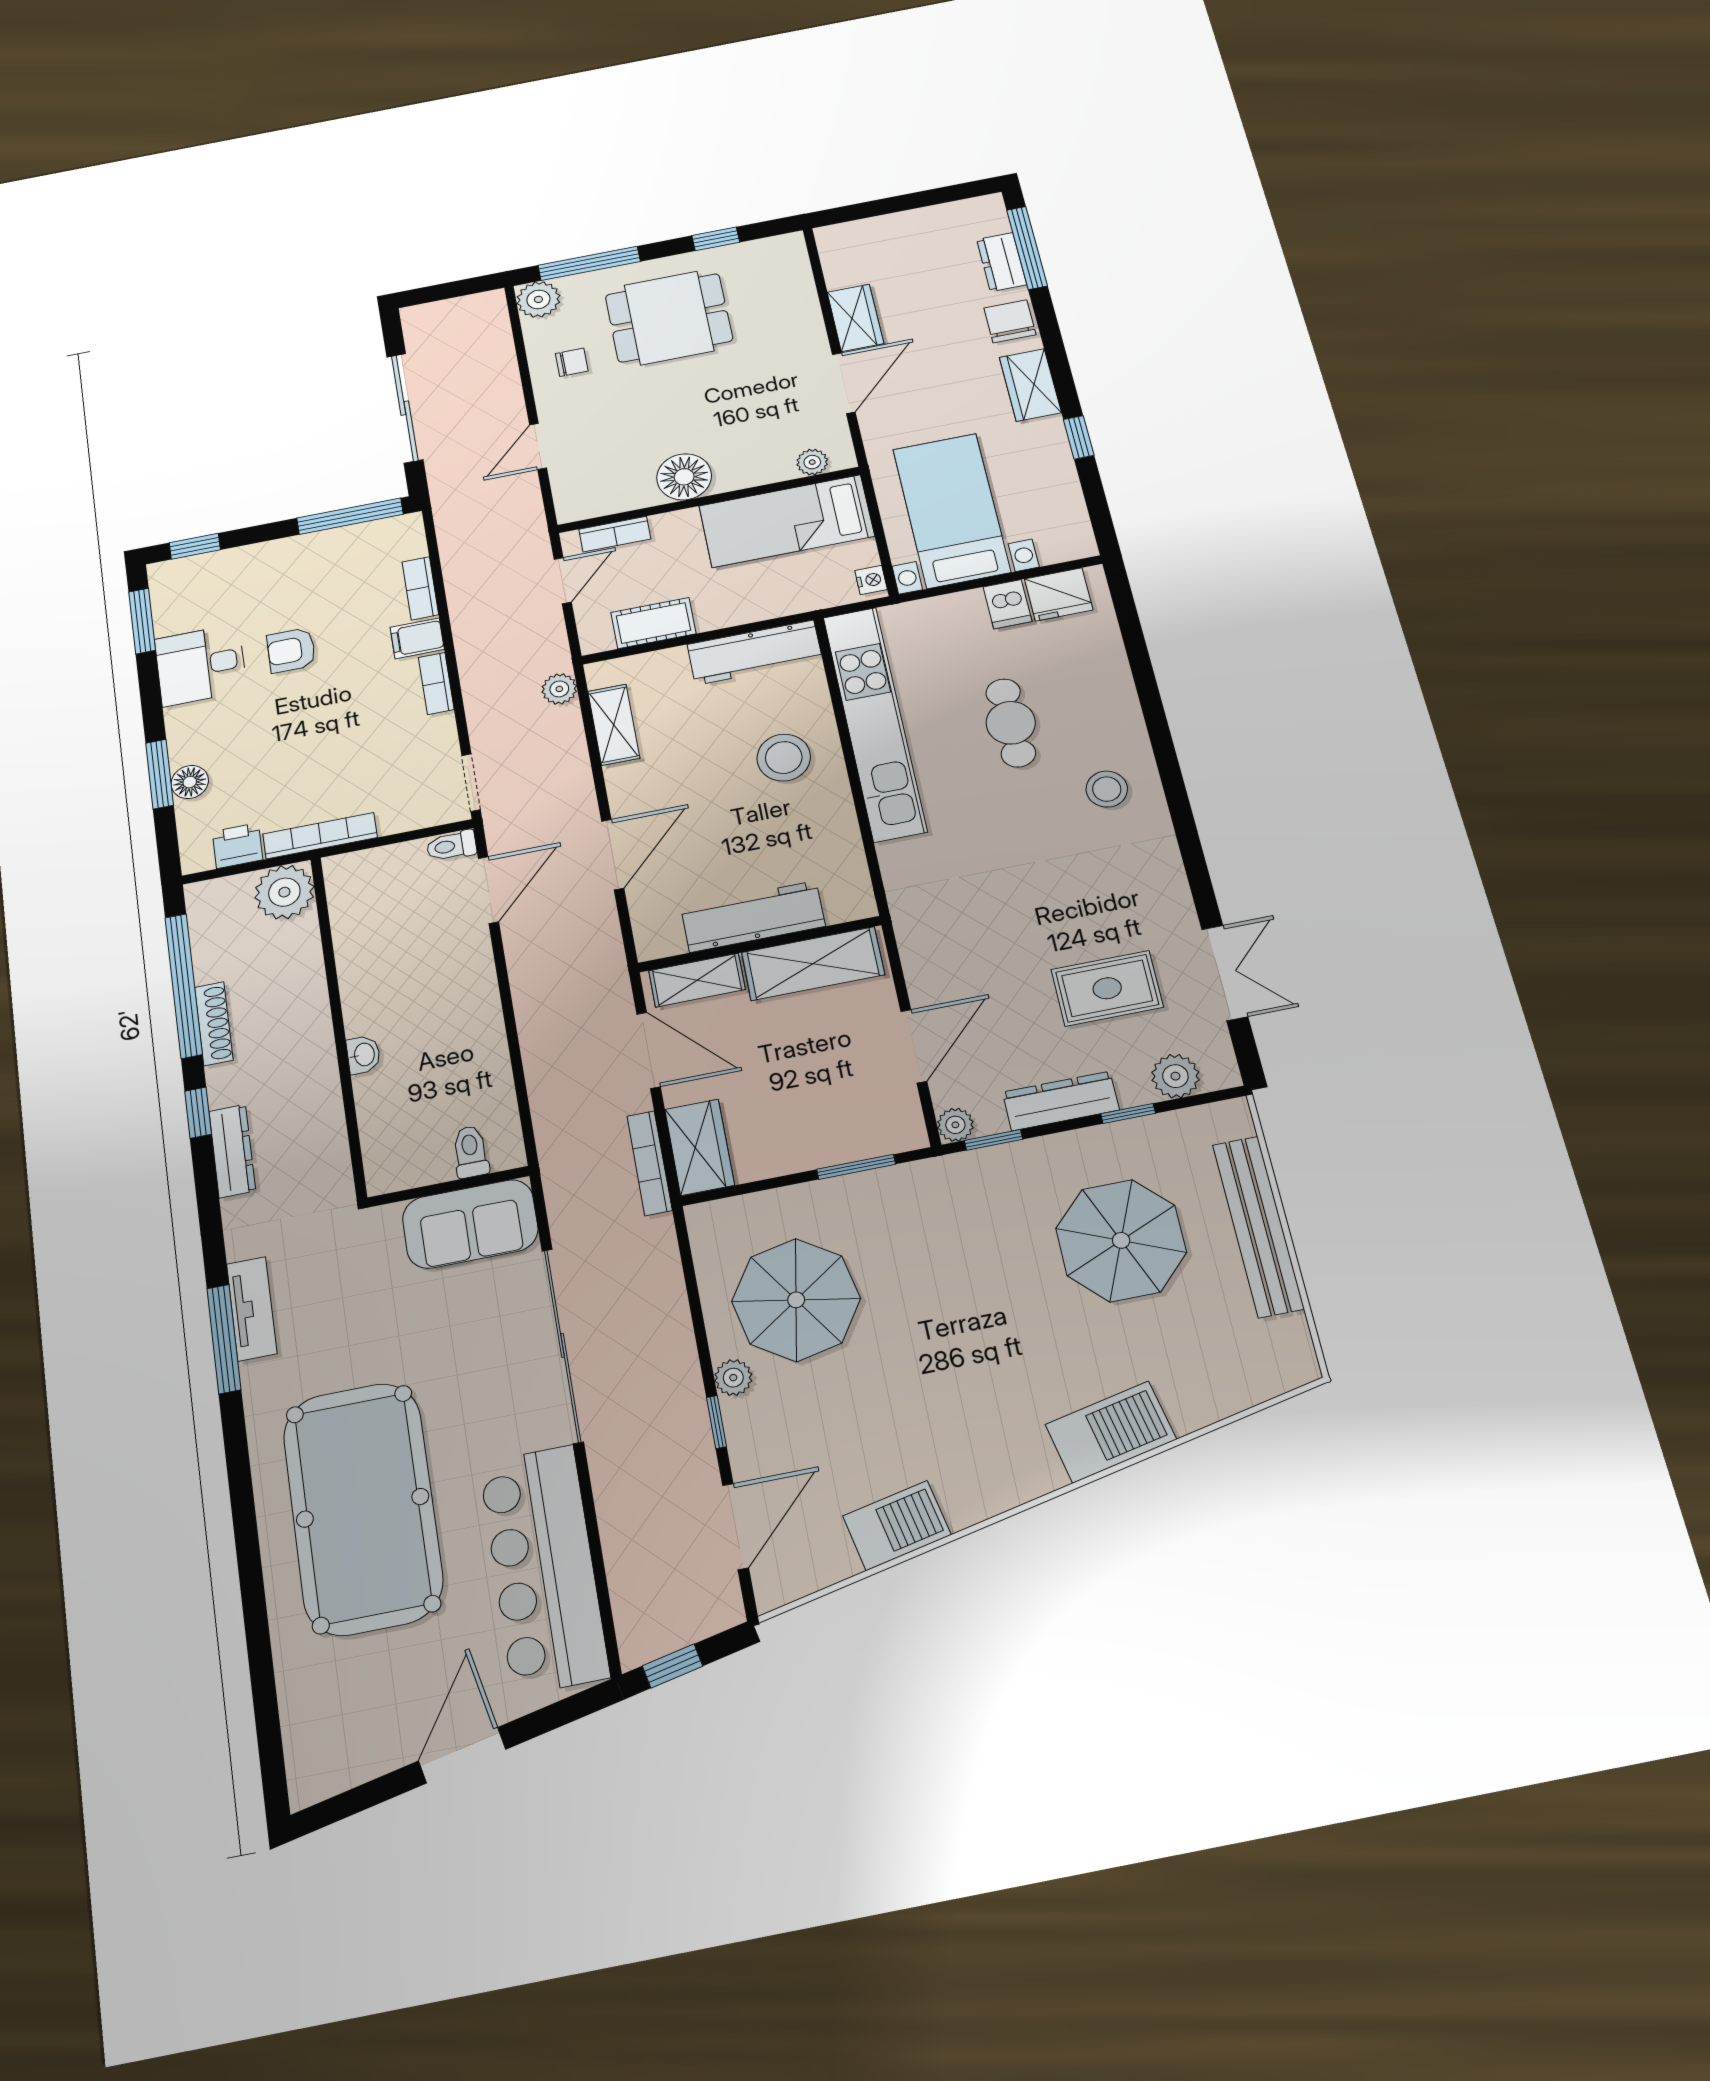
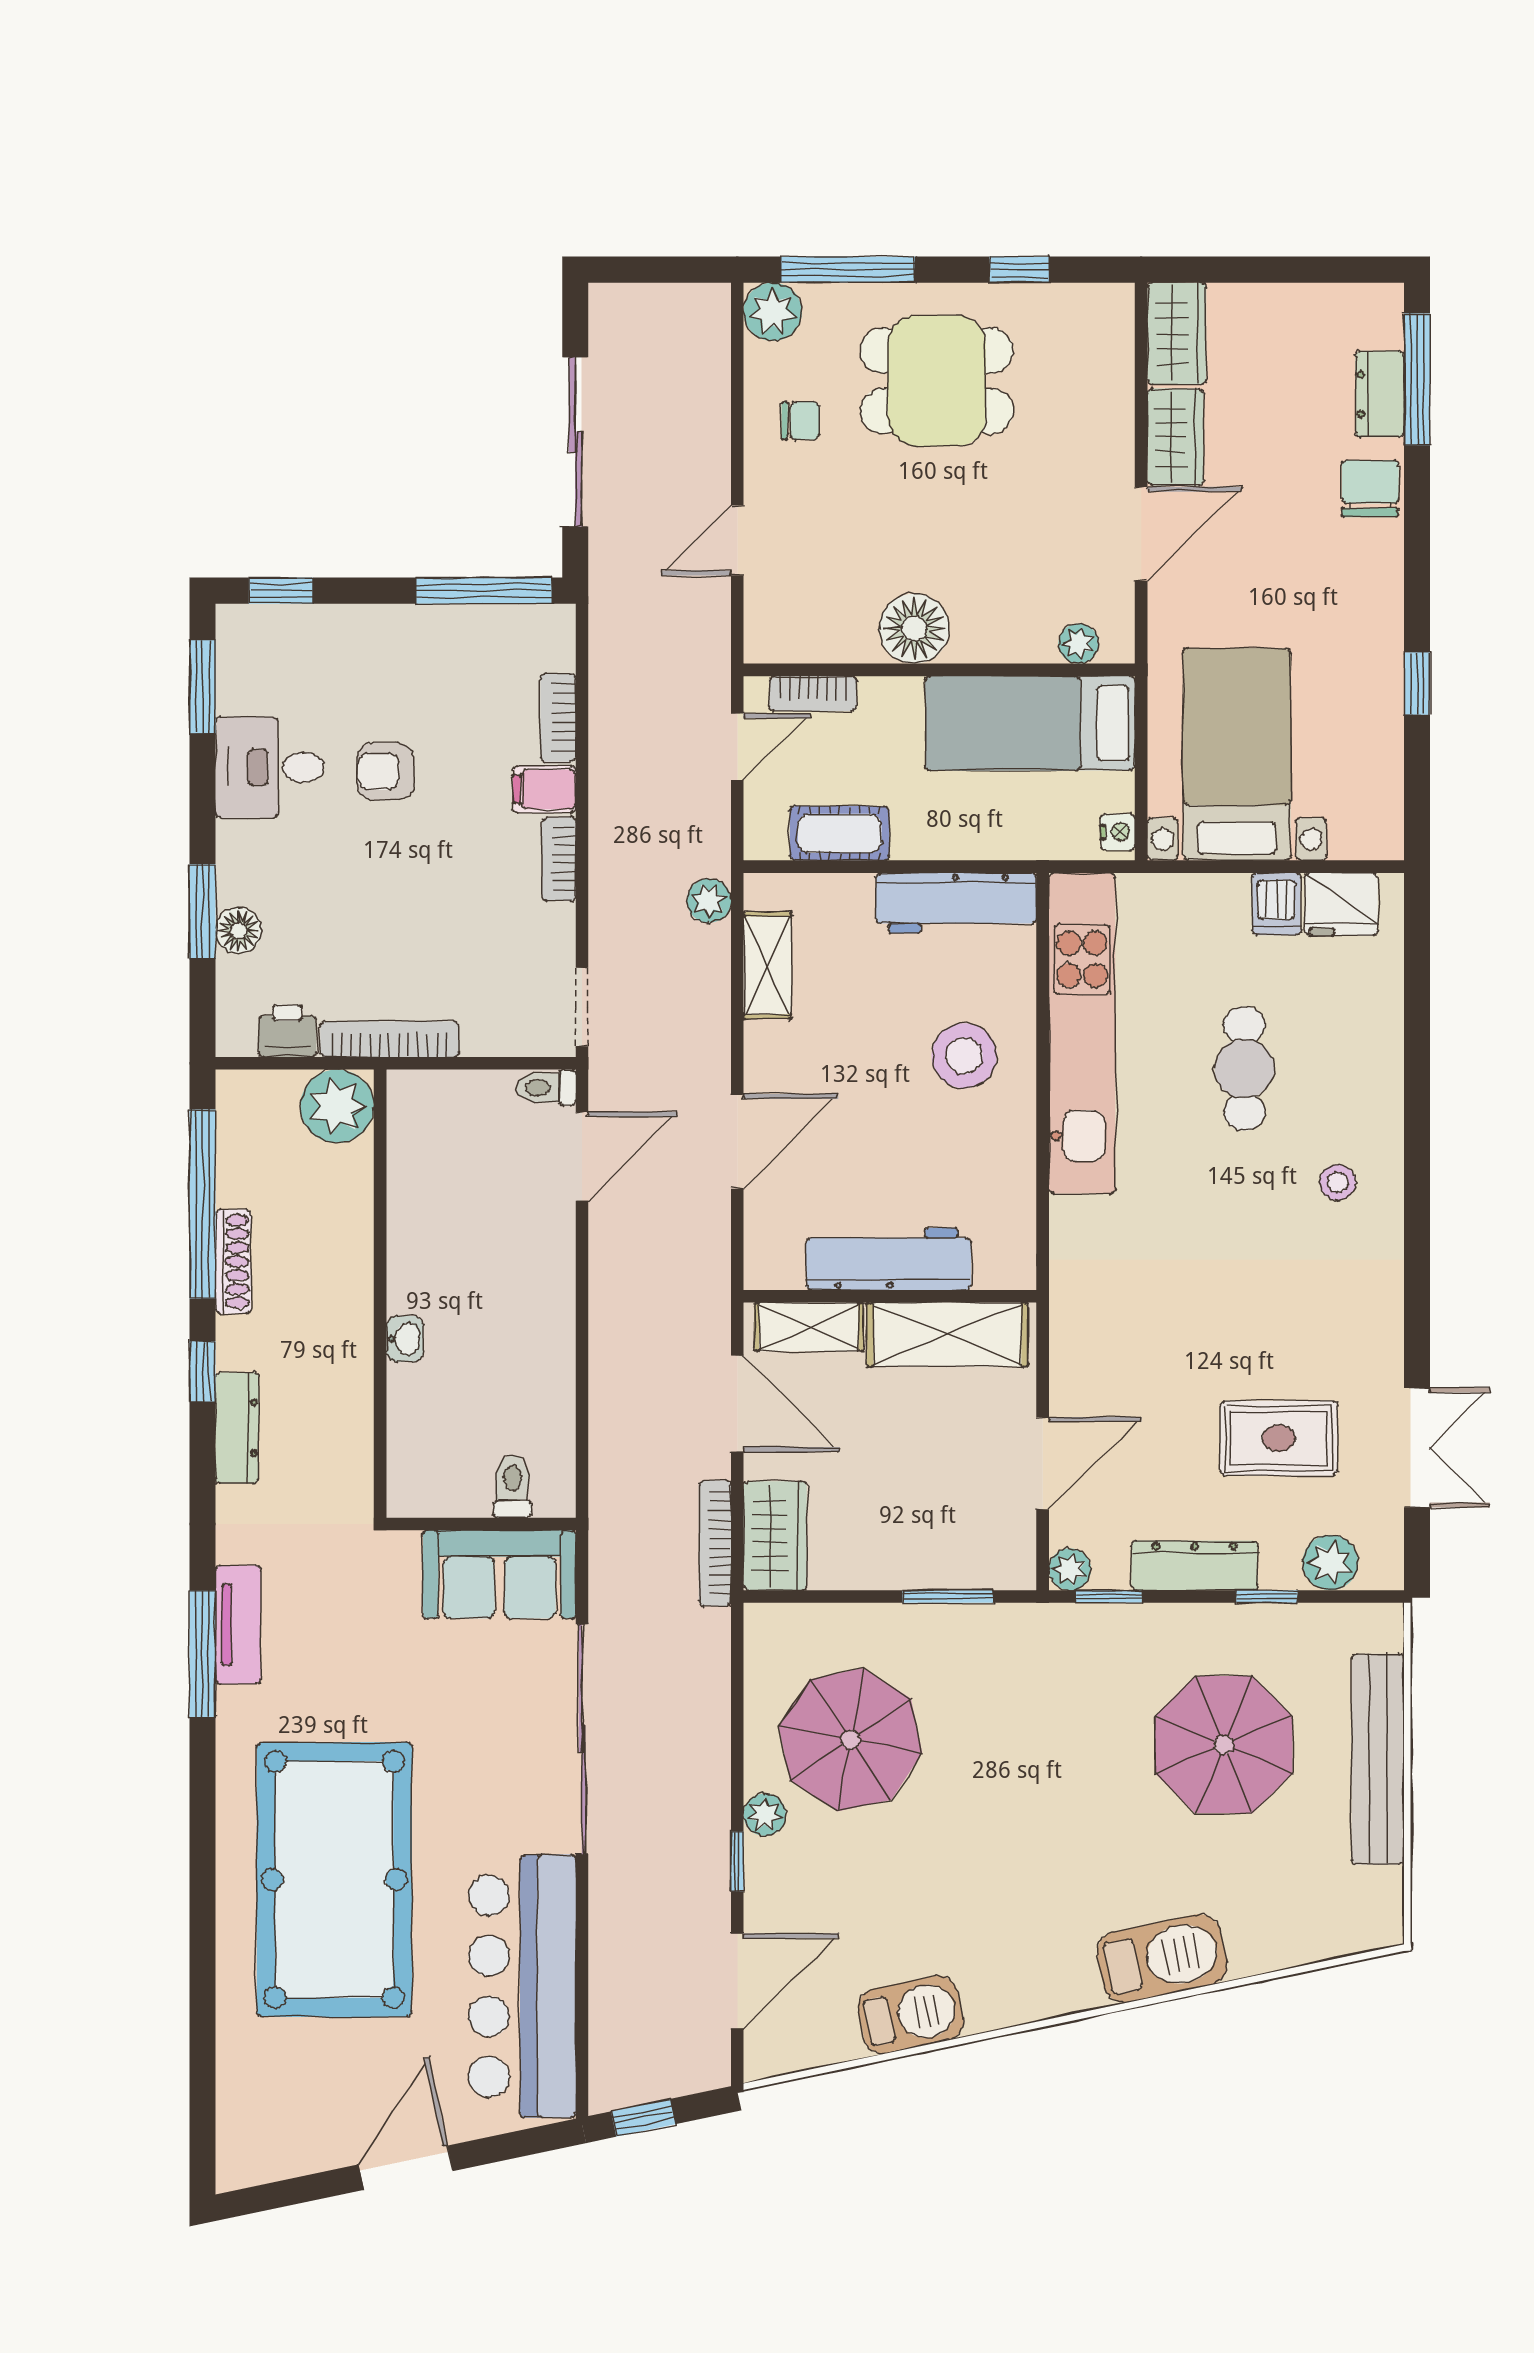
wardrobe: (1030, 385) -> (1177, 333), moved, turned 180
stool: (1107, 789) -> (1338, 1182), width x0.73, depth x0.73

